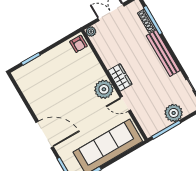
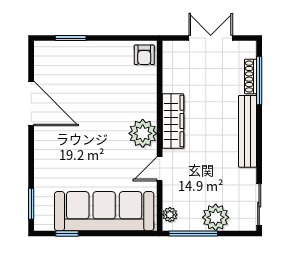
plant: (91, 32) -> (170, 215), moved
wardrobe: (120, 77) -> (173, 121), width x1.50
door: (125, 104) -> (160, 169), hinge flipped
door: (45, 135) -> (31, 103), moved

